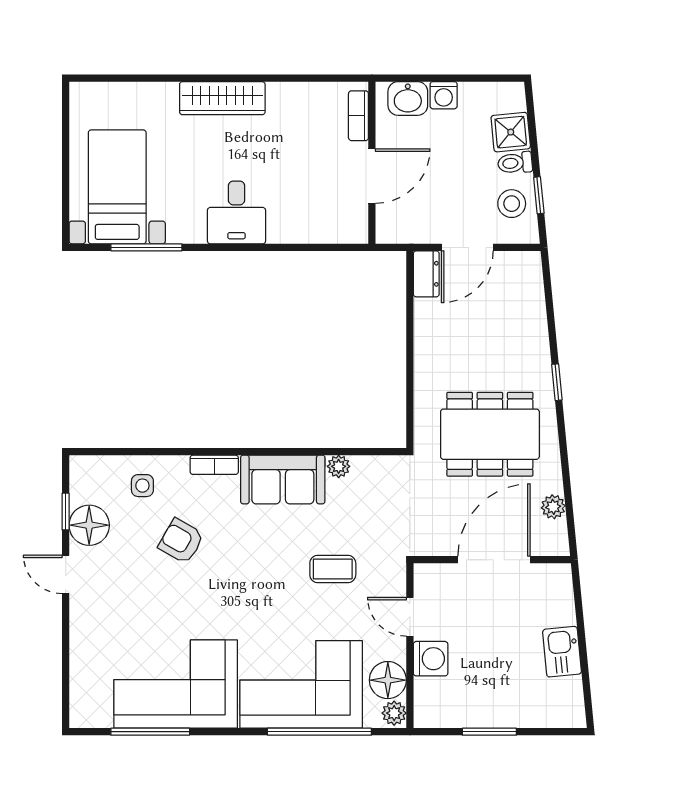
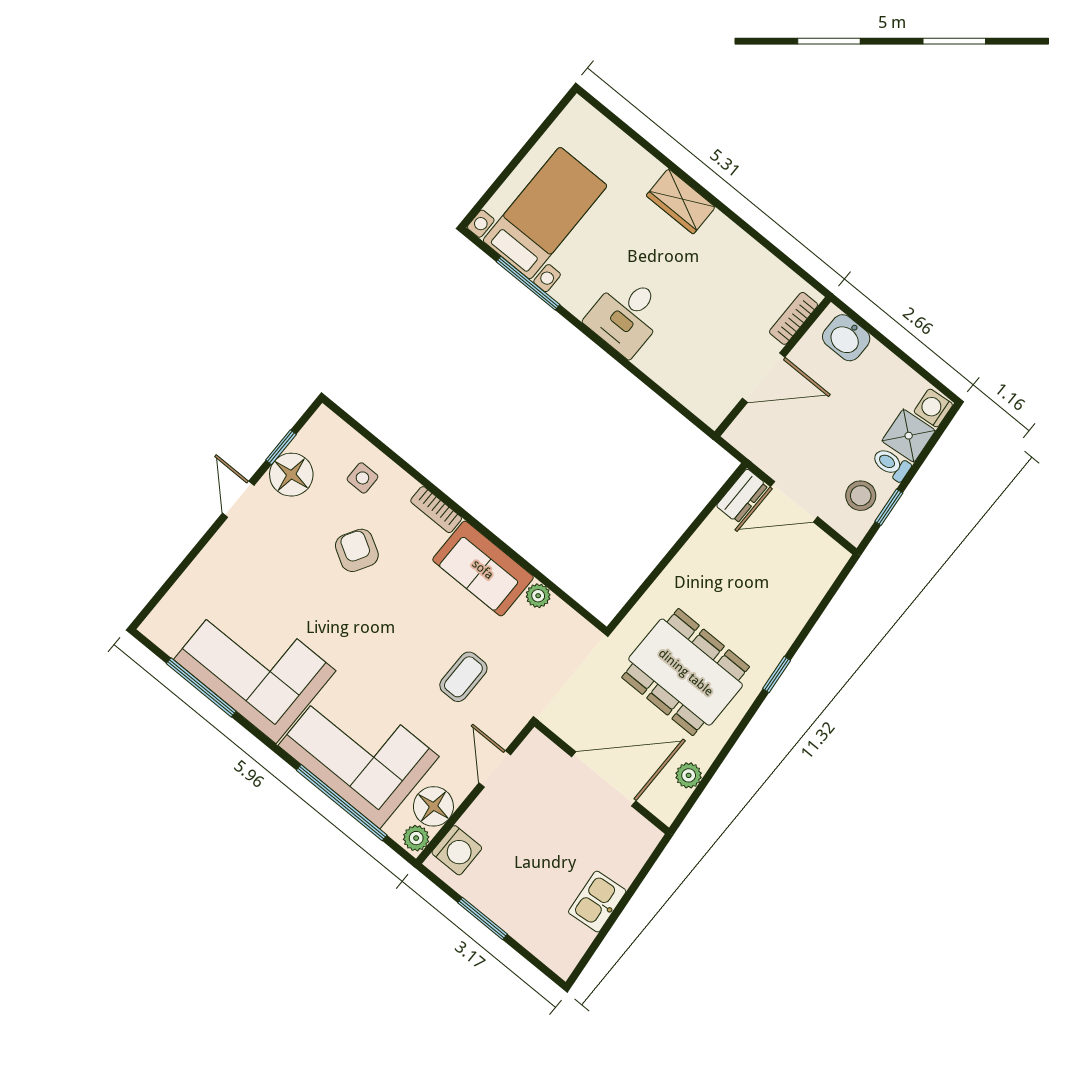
washing machine: (444, 95) -> (933, 408), moved, turned 84
wardrobe: (222, 98) -> (681, 201), width x0.67
coffee table: (333, 569) -> (463, 677), turned 90
washing machine: (431, 659) -> (457, 850), moved

